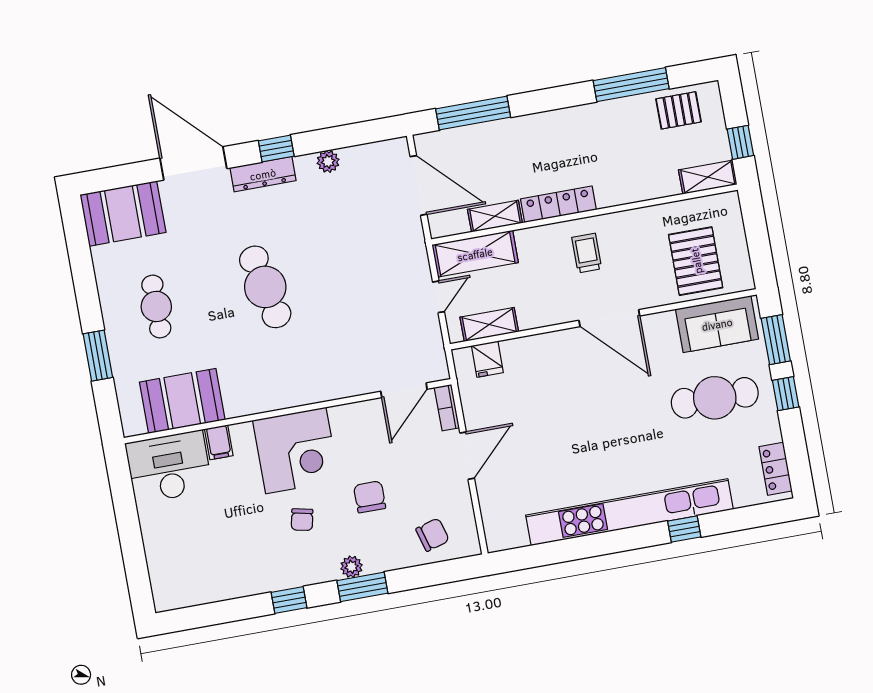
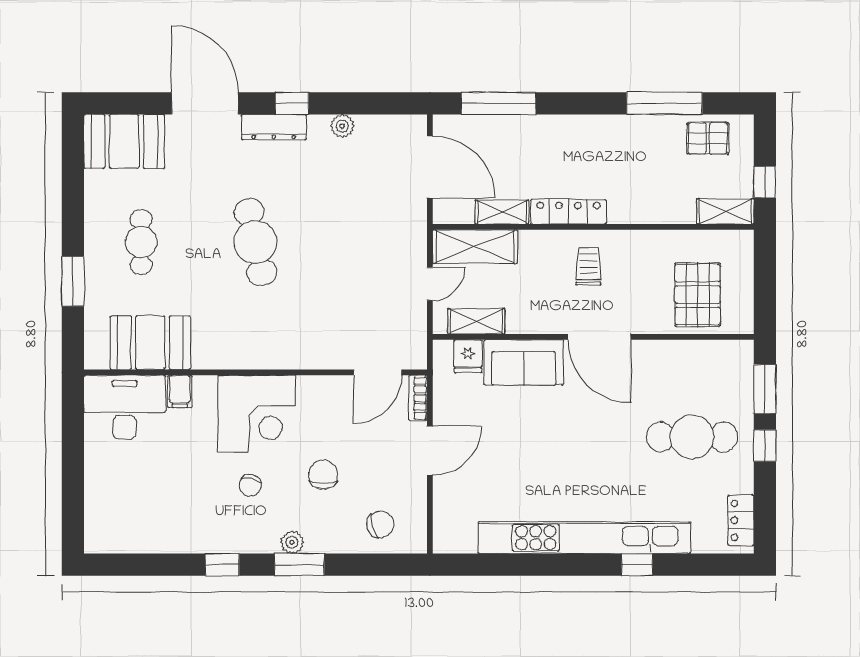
sofa: (717, 324) -> (524, 362), moved

